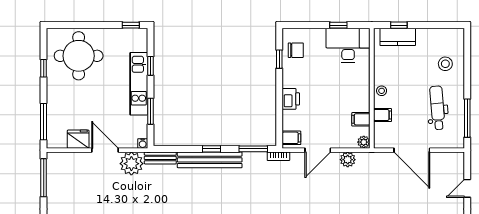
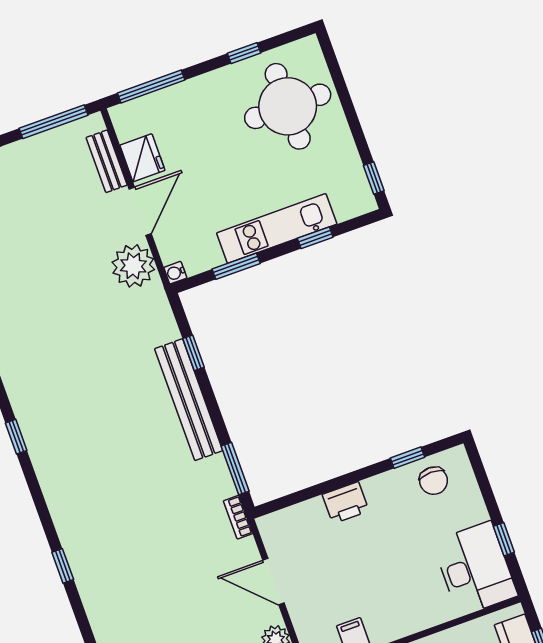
filing cabinet: (291, 138) -> (278, 528), removed
window: (211, 149) -> (193, 353), moved
bench: (160, 158) -> (107, 161), moved

